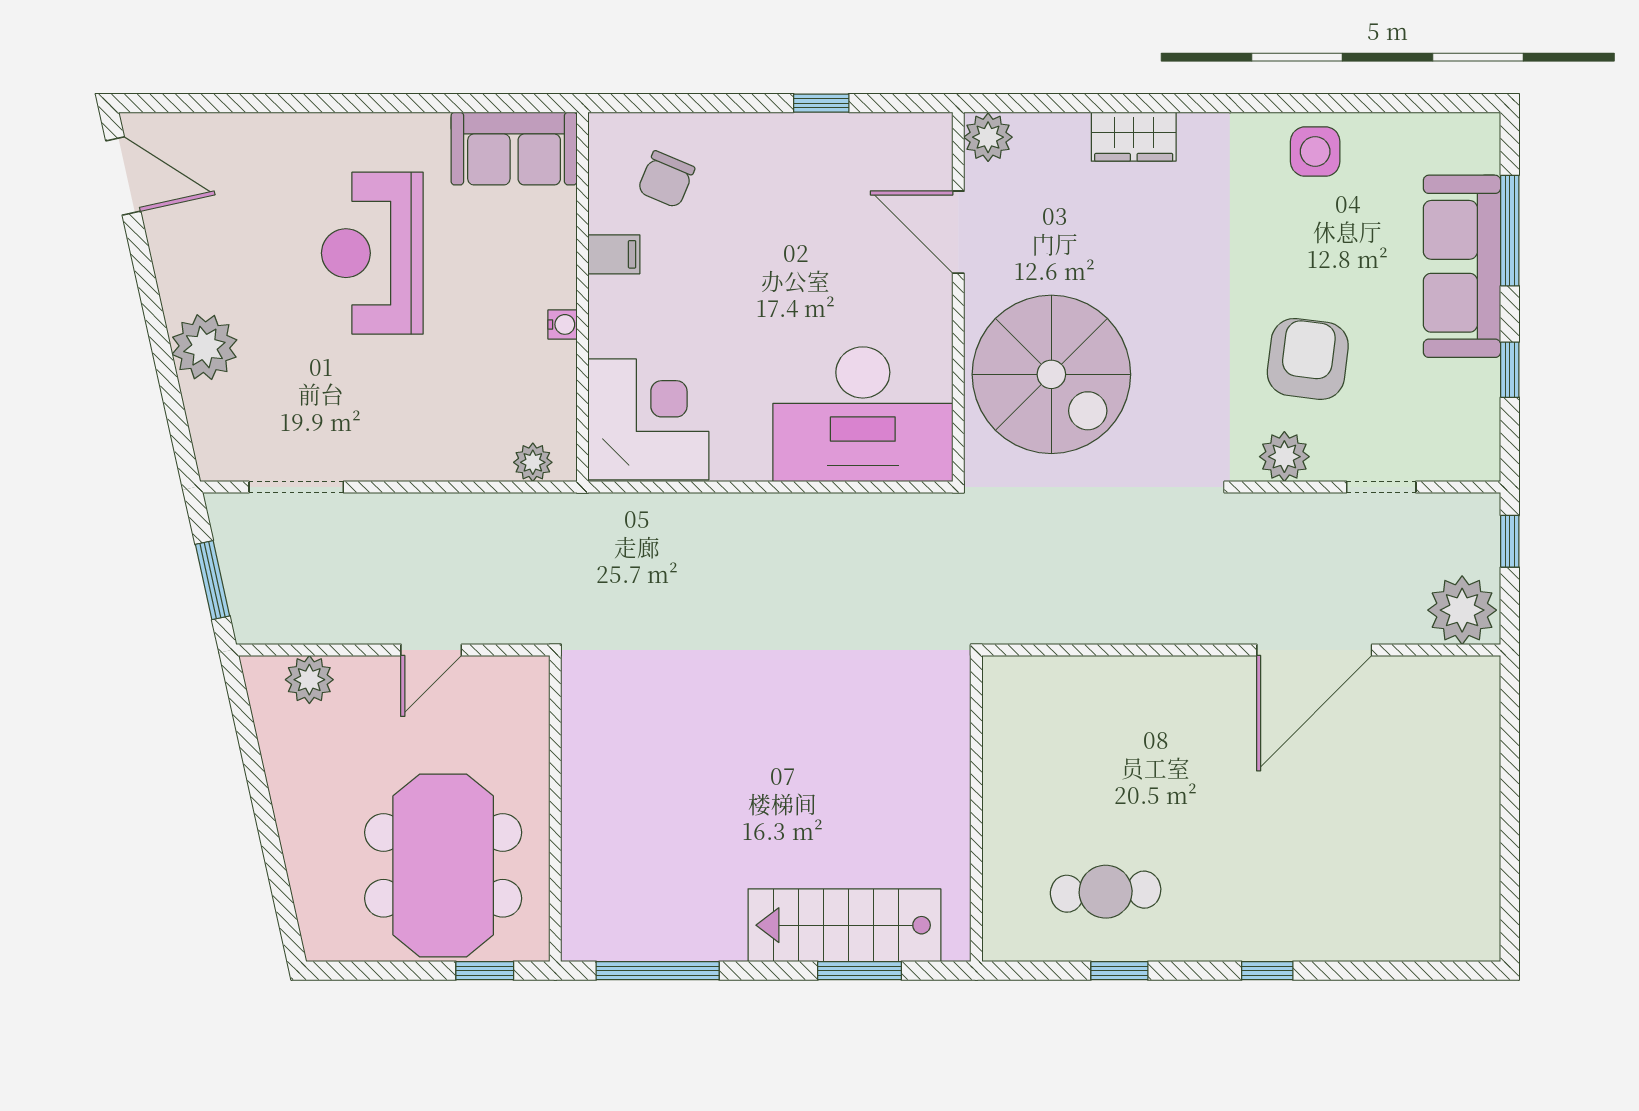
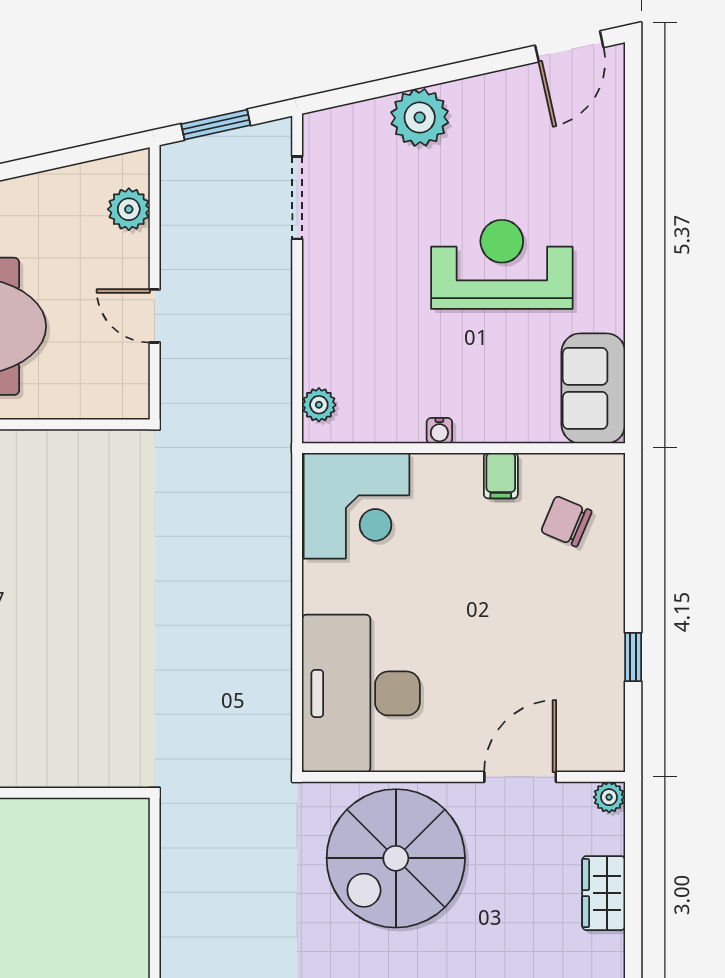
plant: (988, 137) -> (609, 797), width x0.73, depth x0.73
wardrobe: (1134, 137) -> (604, 893), moved

